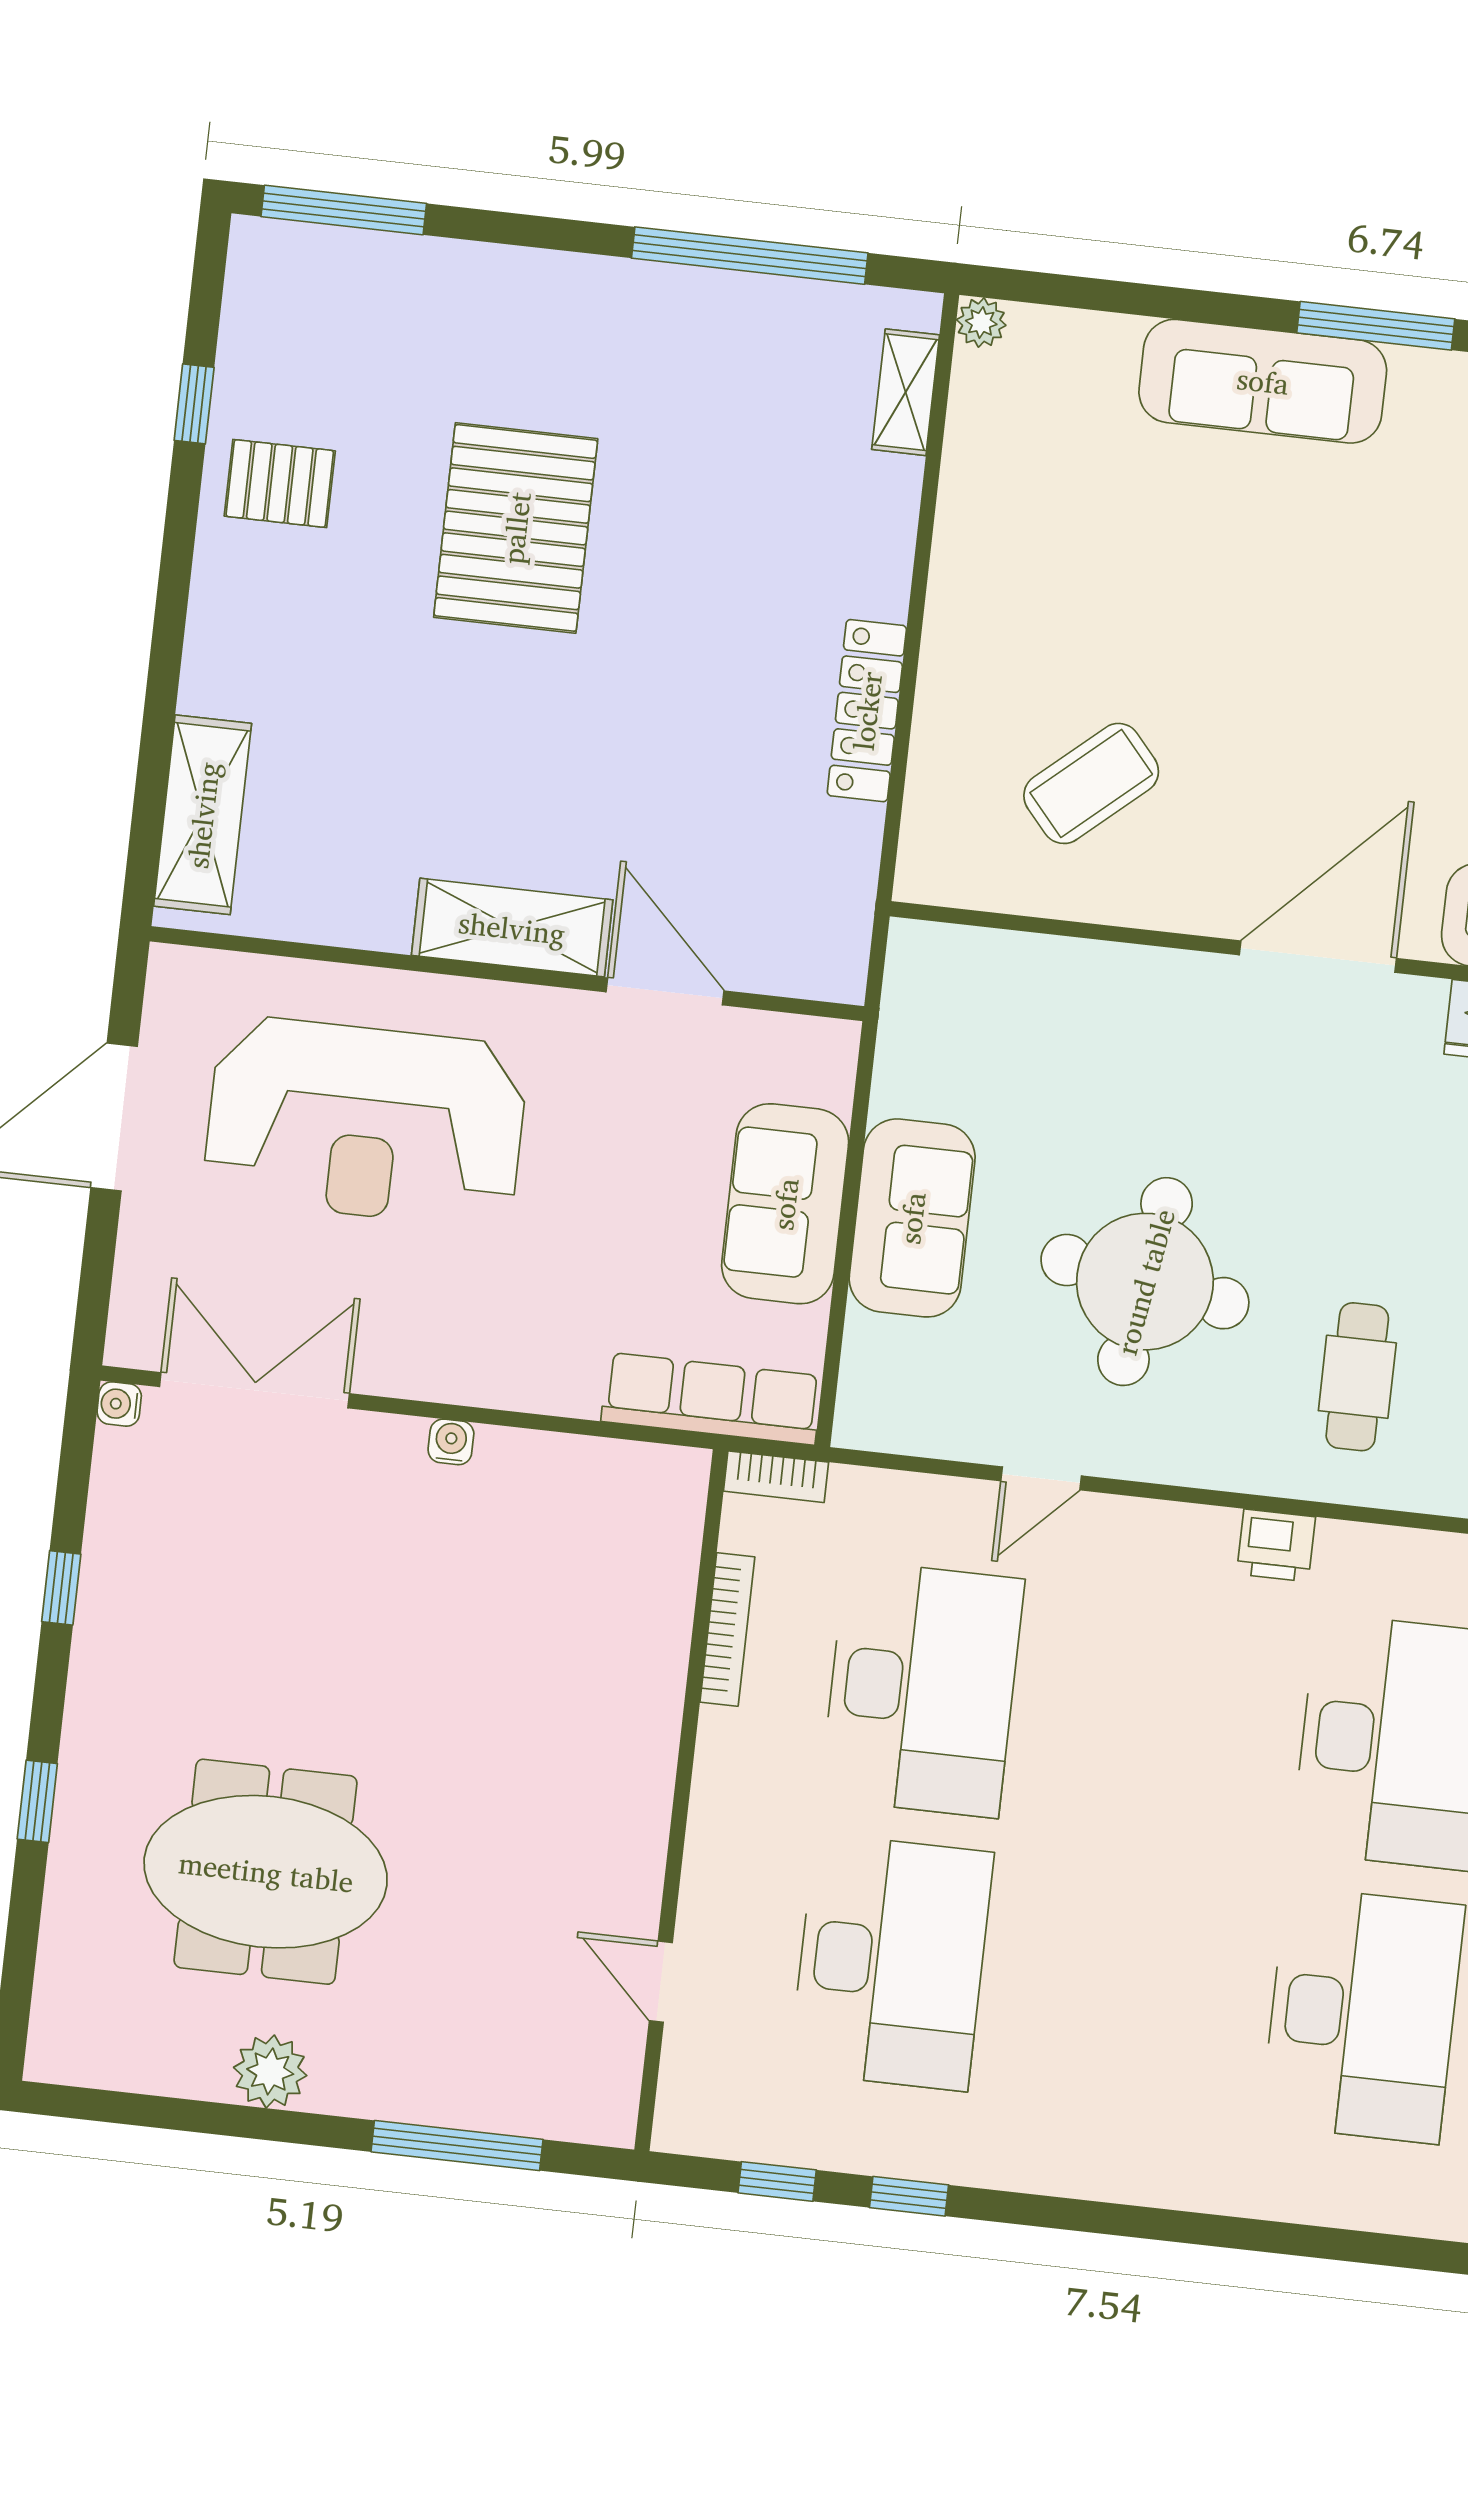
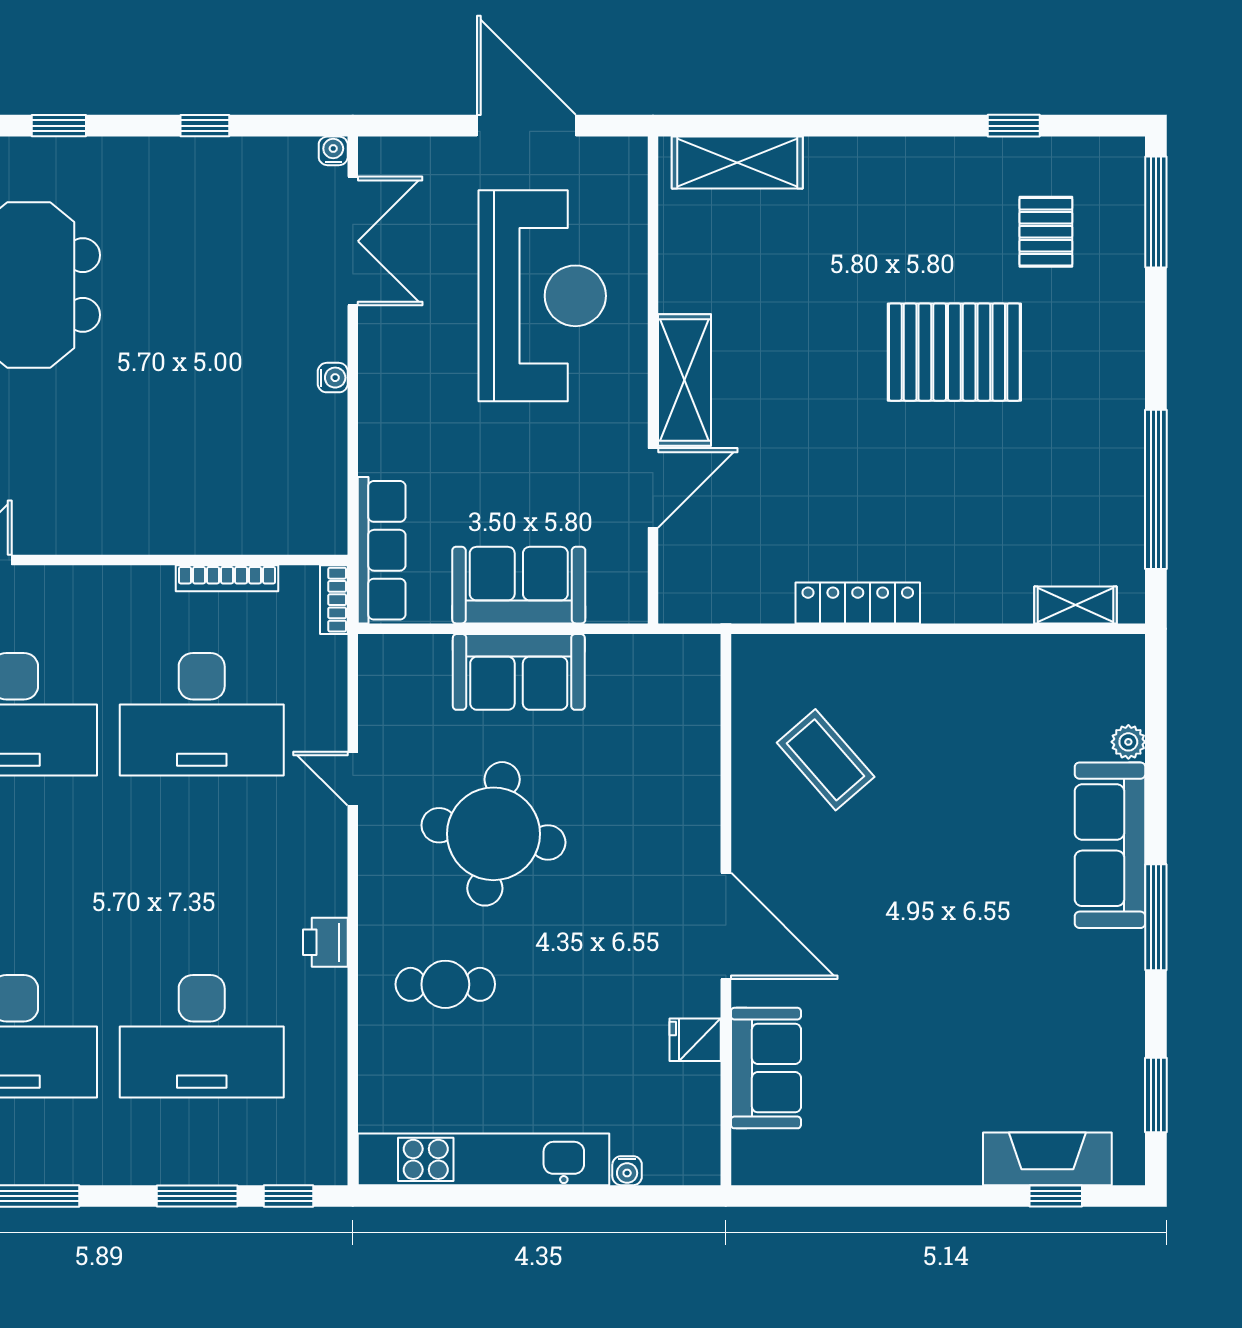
plant: (981, 323) -> (1128, 742), moved
pallet: (280, 483) -> (1046, 232), moved
reception desk: (366, 1122) -> (542, 296), turned 180

